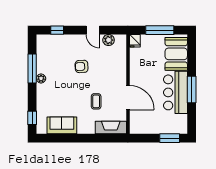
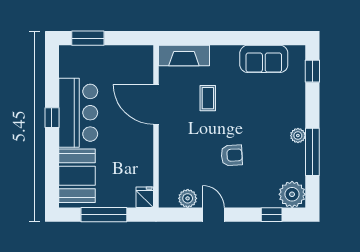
plant: (45, 43) -> (292, 194), added
window: (192, 89) -> (52, 118), width x0.46

